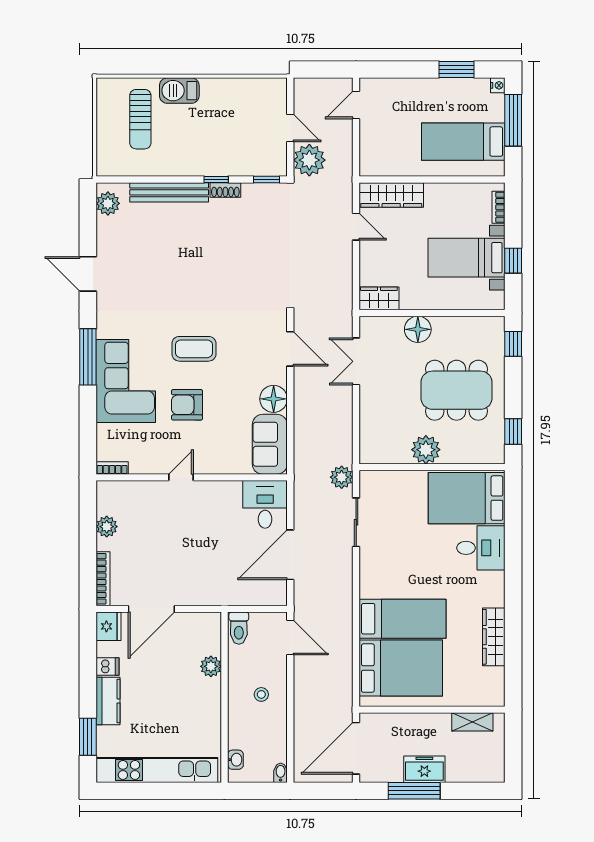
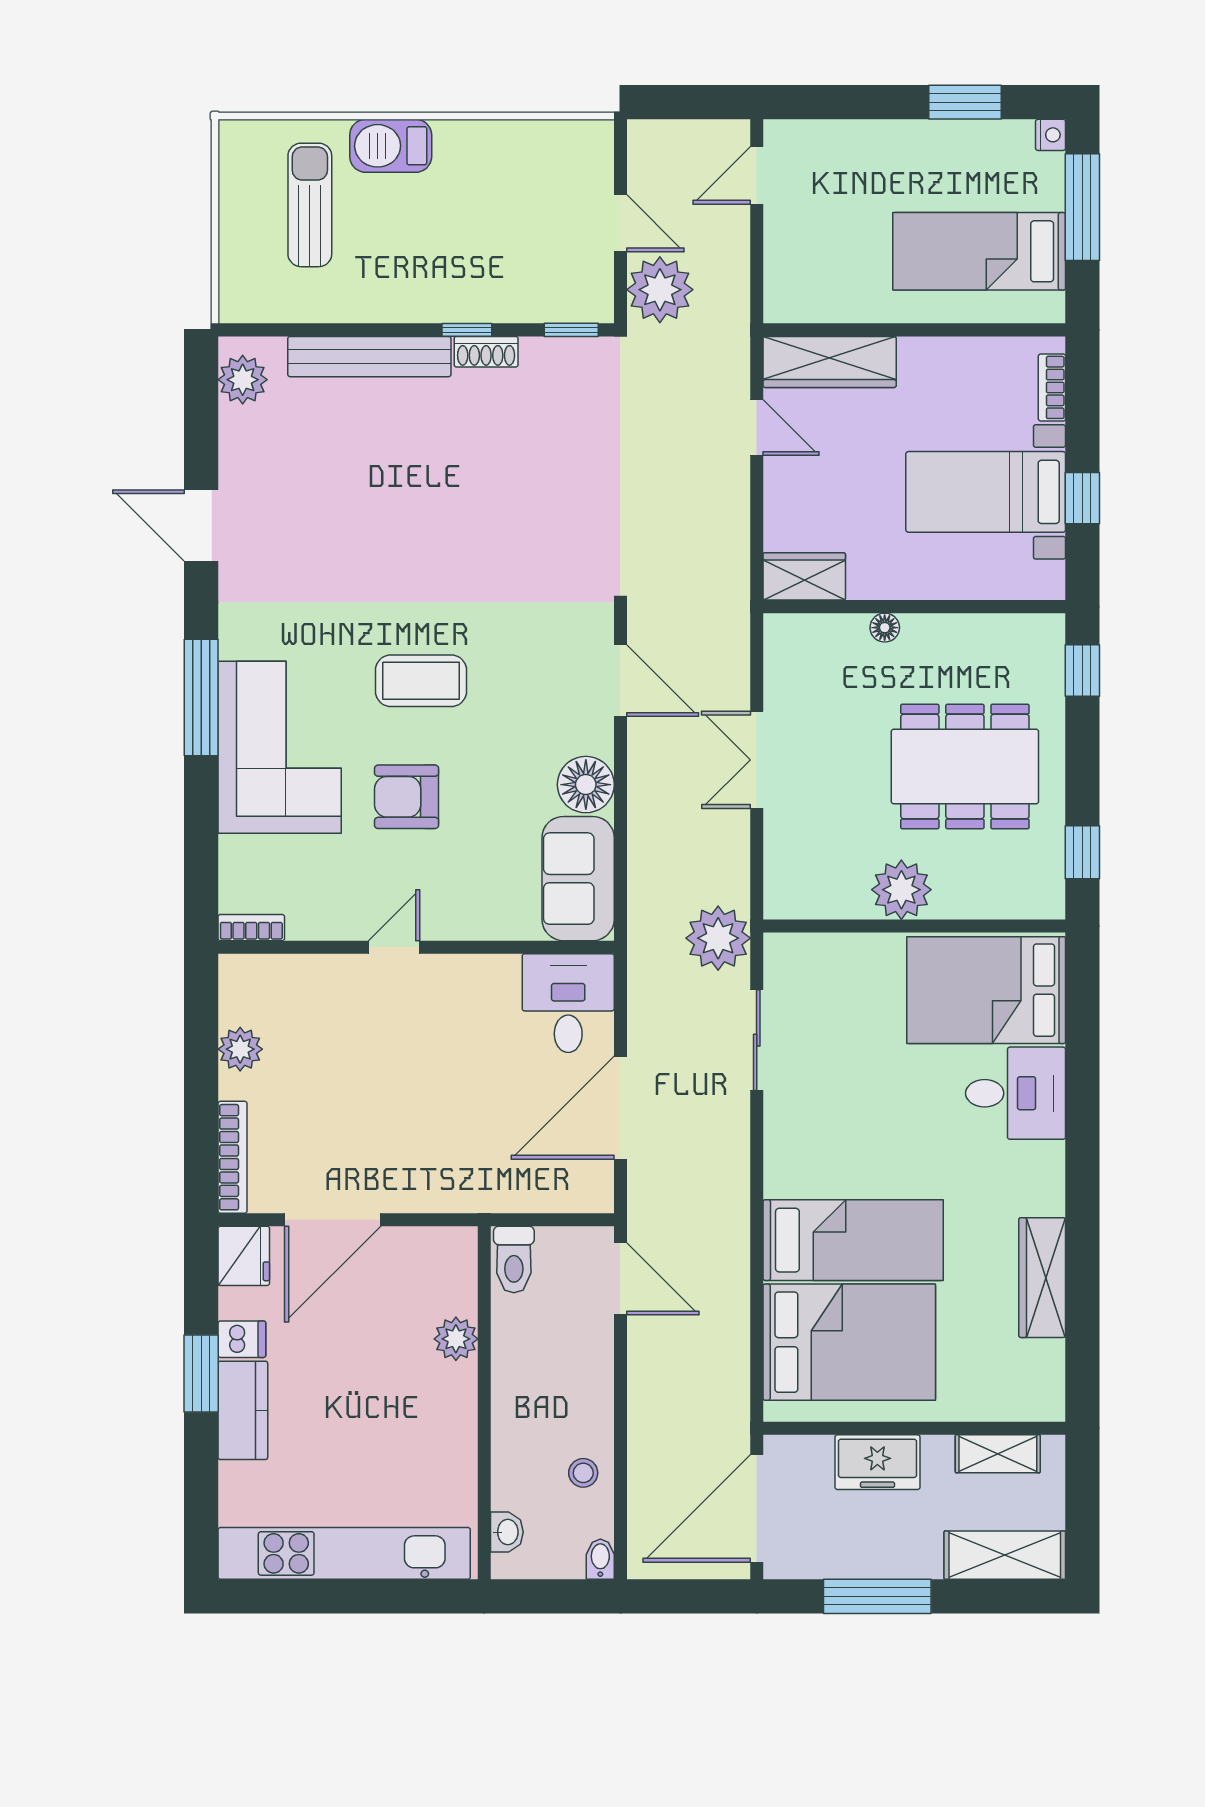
sun lounger: (140, 119) -> (310, 205), turned 180
floor lamp: (418, 329) -> (885, 628), width x0.53, depth x0.53
double door: (356, 361) -> (757, 760), moved
plant: (342, 477) -> (718, 938), width x1.36, depth x1.36
stool: (261, 694) -> (583, 1473), moved
window: (88, 737) -> (201, 1374), moved
freezer: (424, 769) -> (877, 1462), moved, turned 180
shelving: (476, 771) -> (1005, 1555), added

